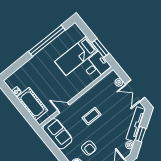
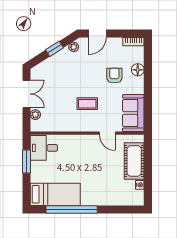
bed: (76, 56) -> (55, 194), moved
tv unit: (136, 124) -> (52, 62), removed

